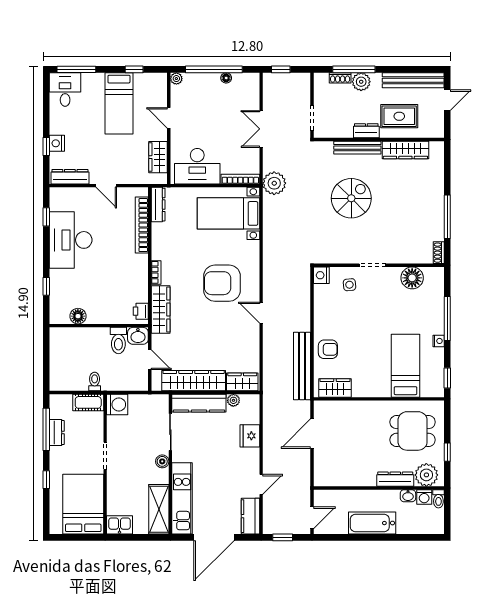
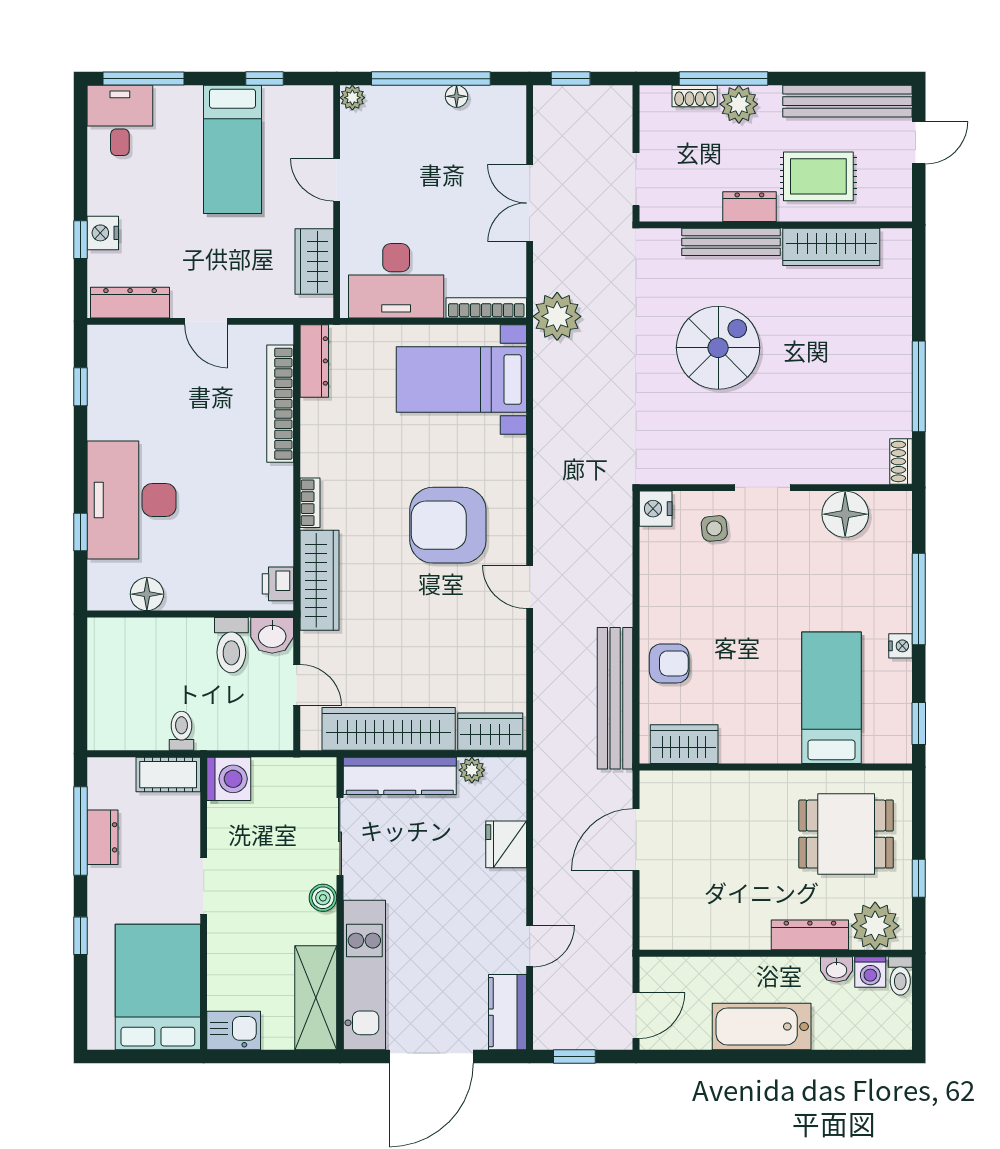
desk: (71, 240) -> (132, 500), moved

